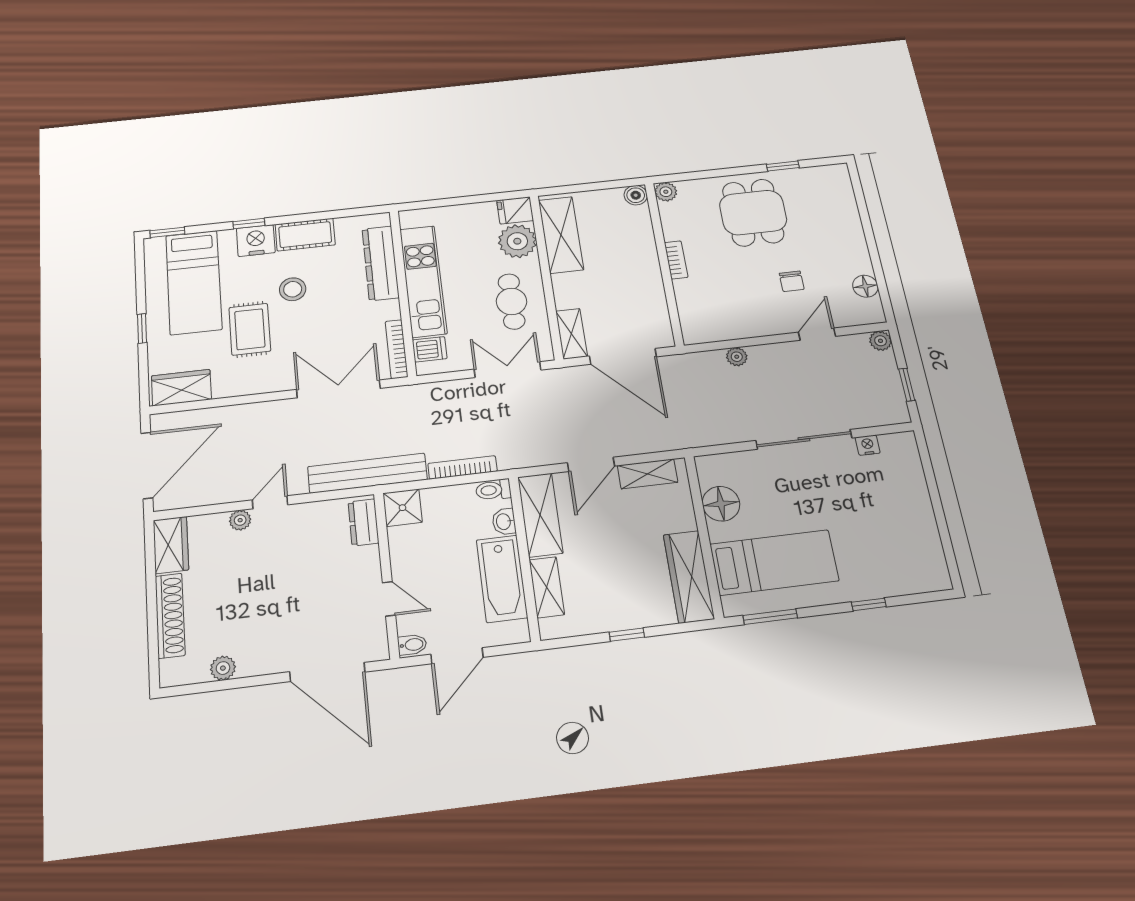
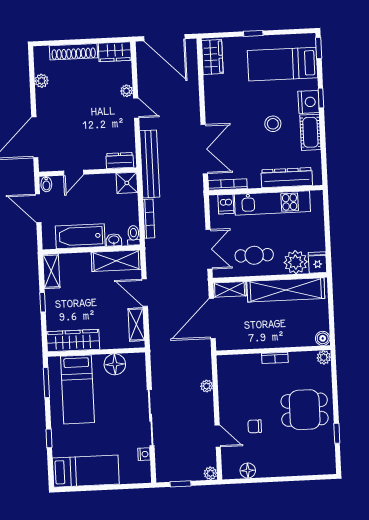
shelving: (561, 235) -> (286, 290), width x1.47
rug: (250, 329) -> (248, 98), removed
bed: (915, 538) -> (86, 471), added
shelving: (547, 587) -> (51, 271), moved, turned 90

